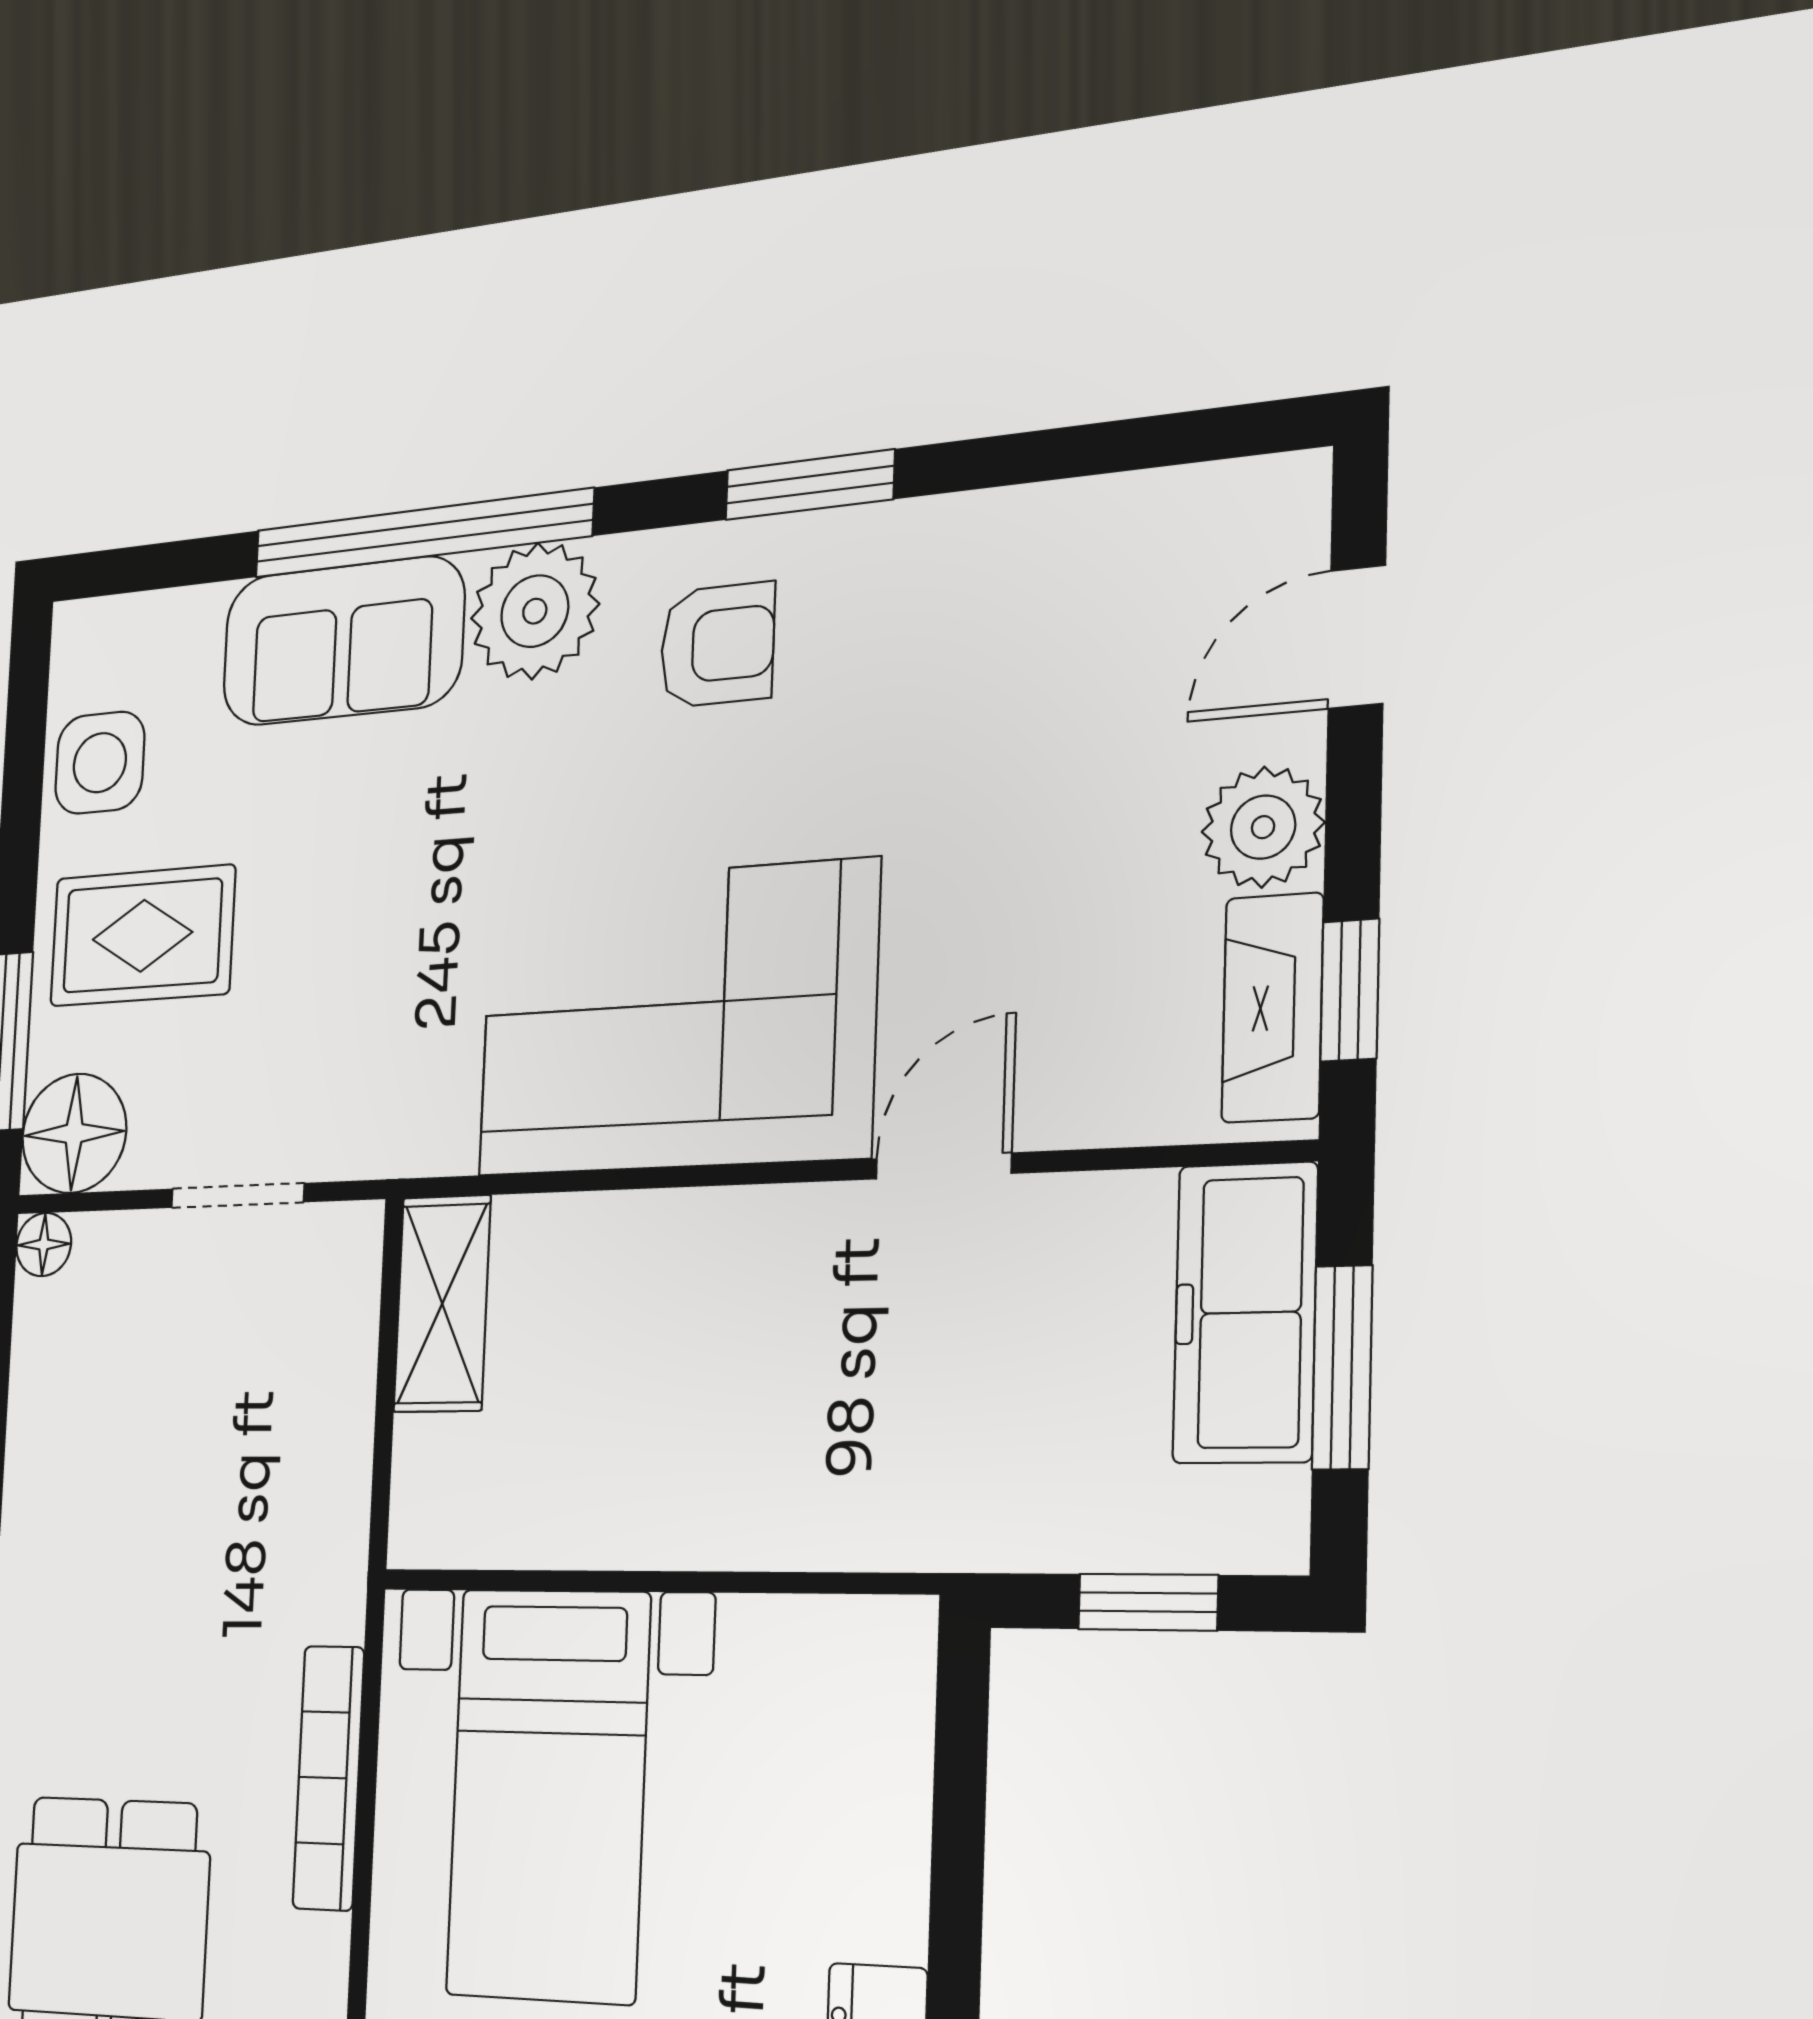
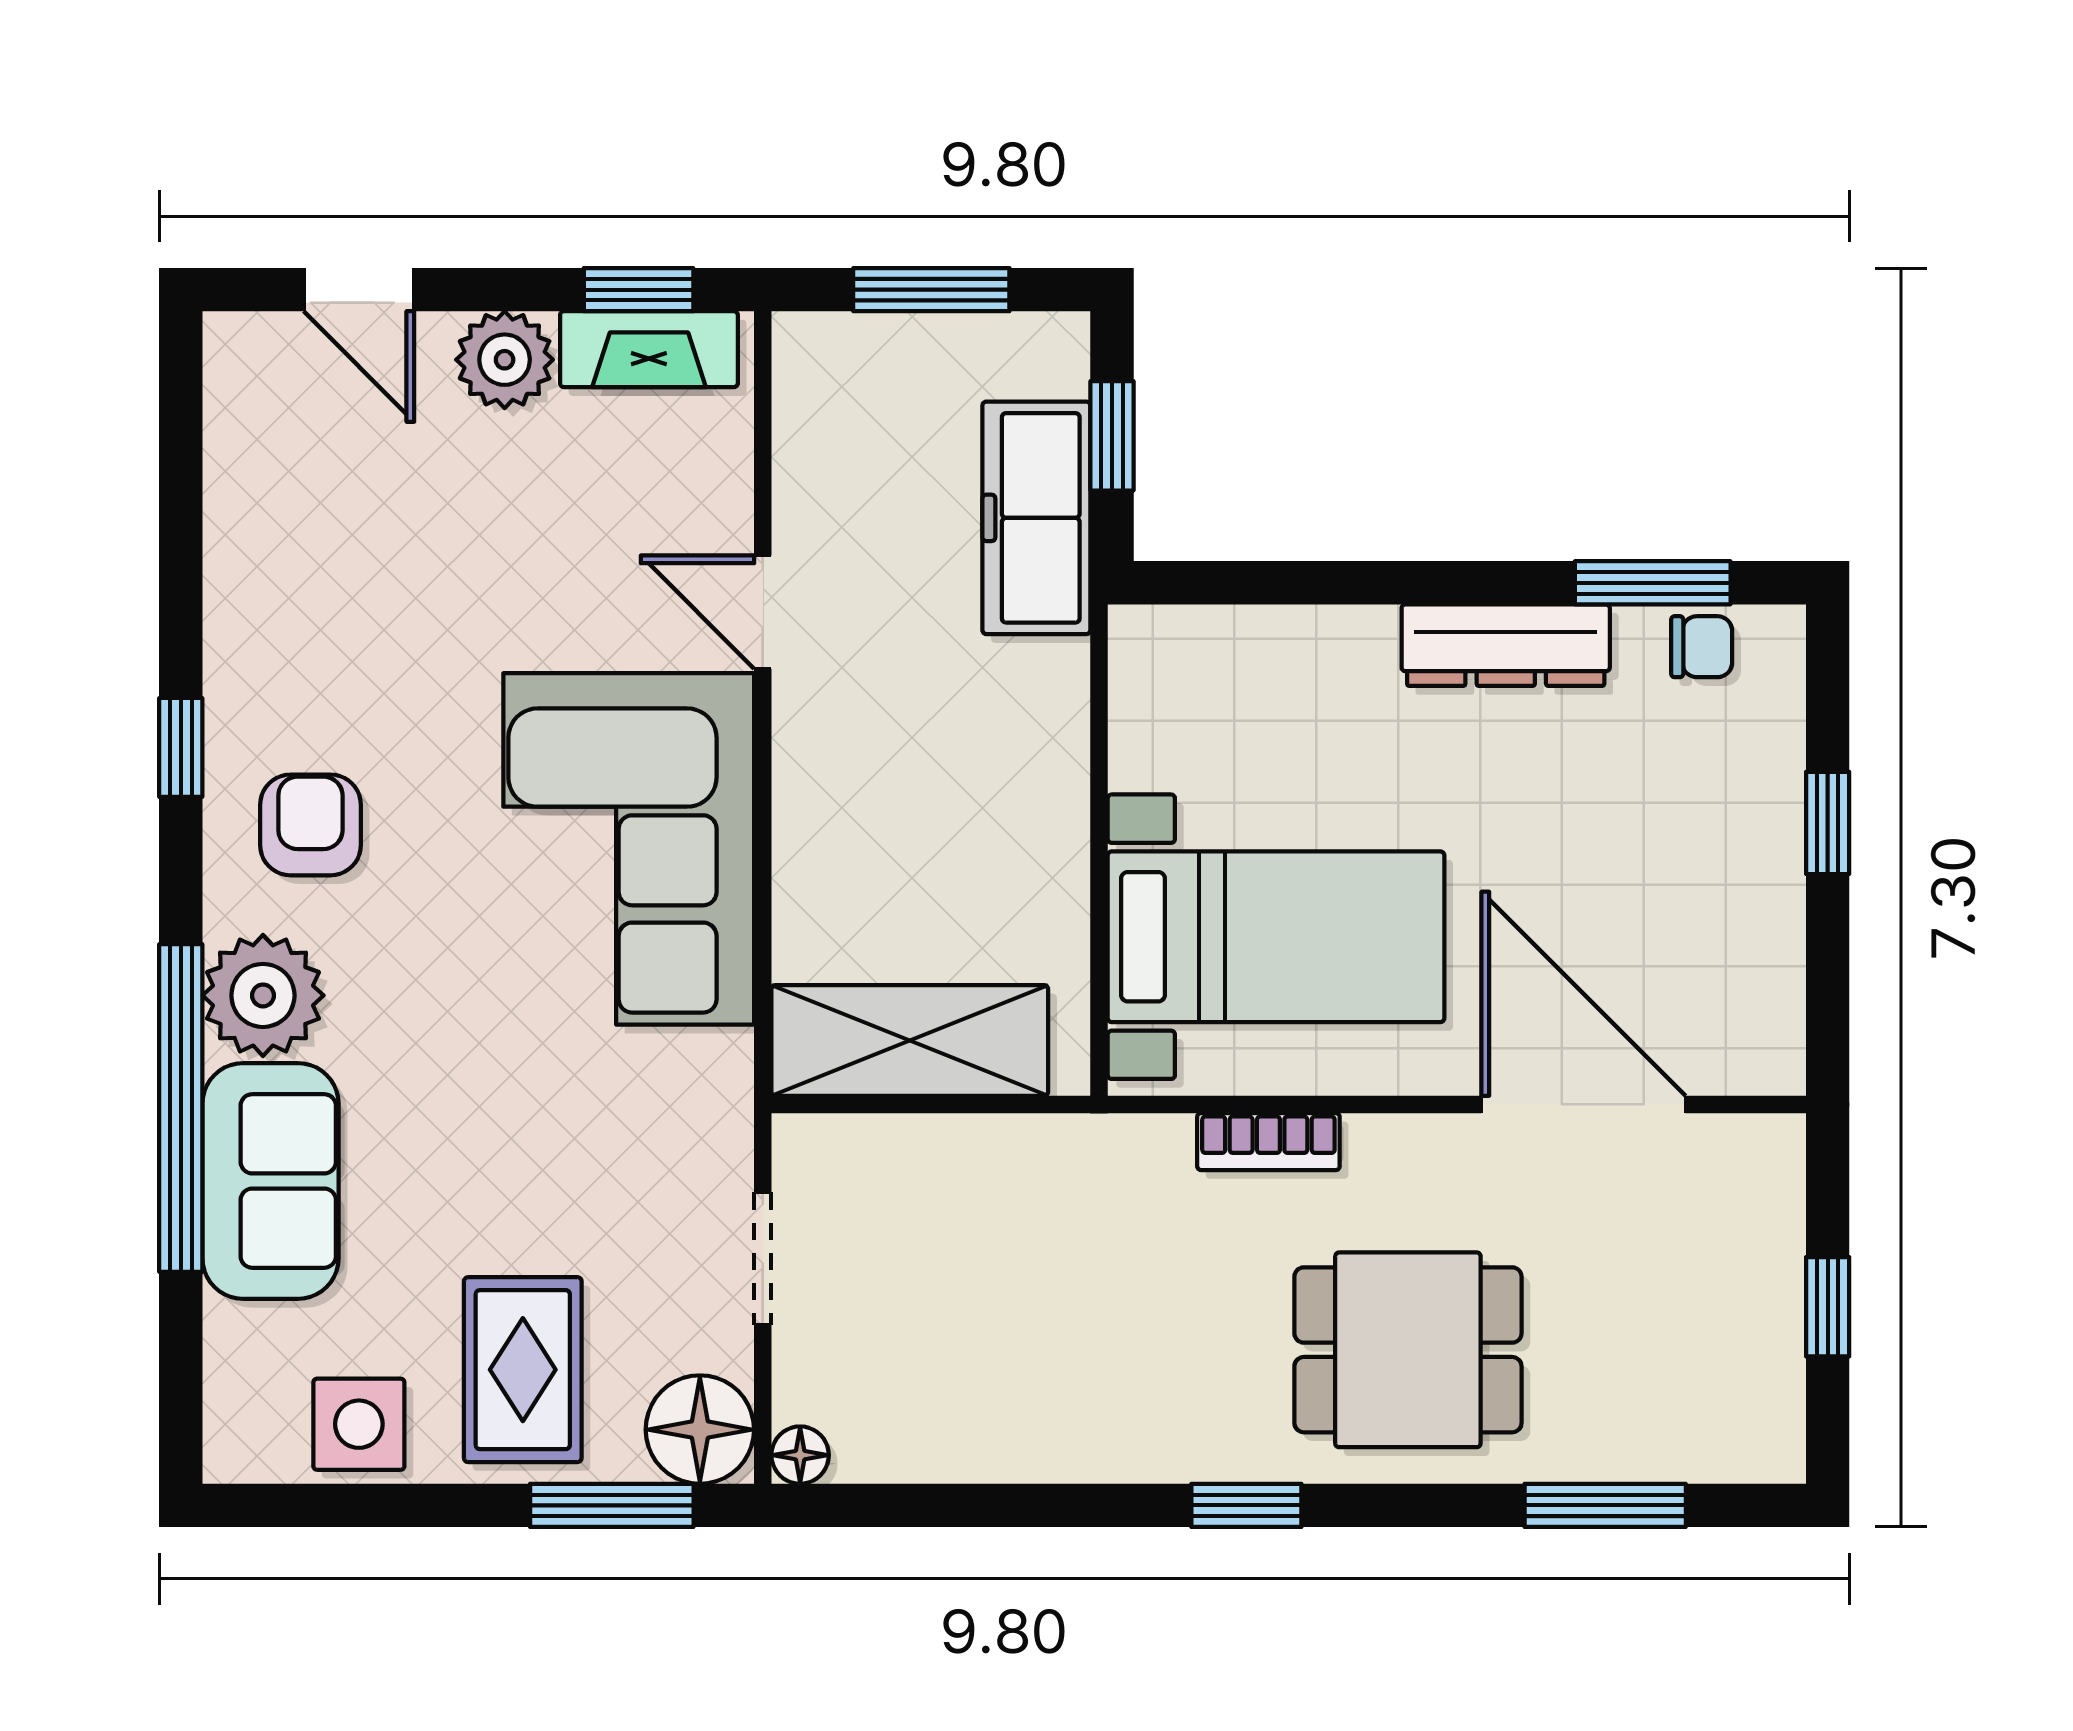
window: (810, 485) -> (181, 747), width x0.67
shelving: (442, 1304) -> (910, 1040), width x1.50, depth x1.33
freezer: (1245, 1313) -> (1036, 518), moved, turned 90
bookcase: (328, 1778) -> (1268, 1142), width x0.64

